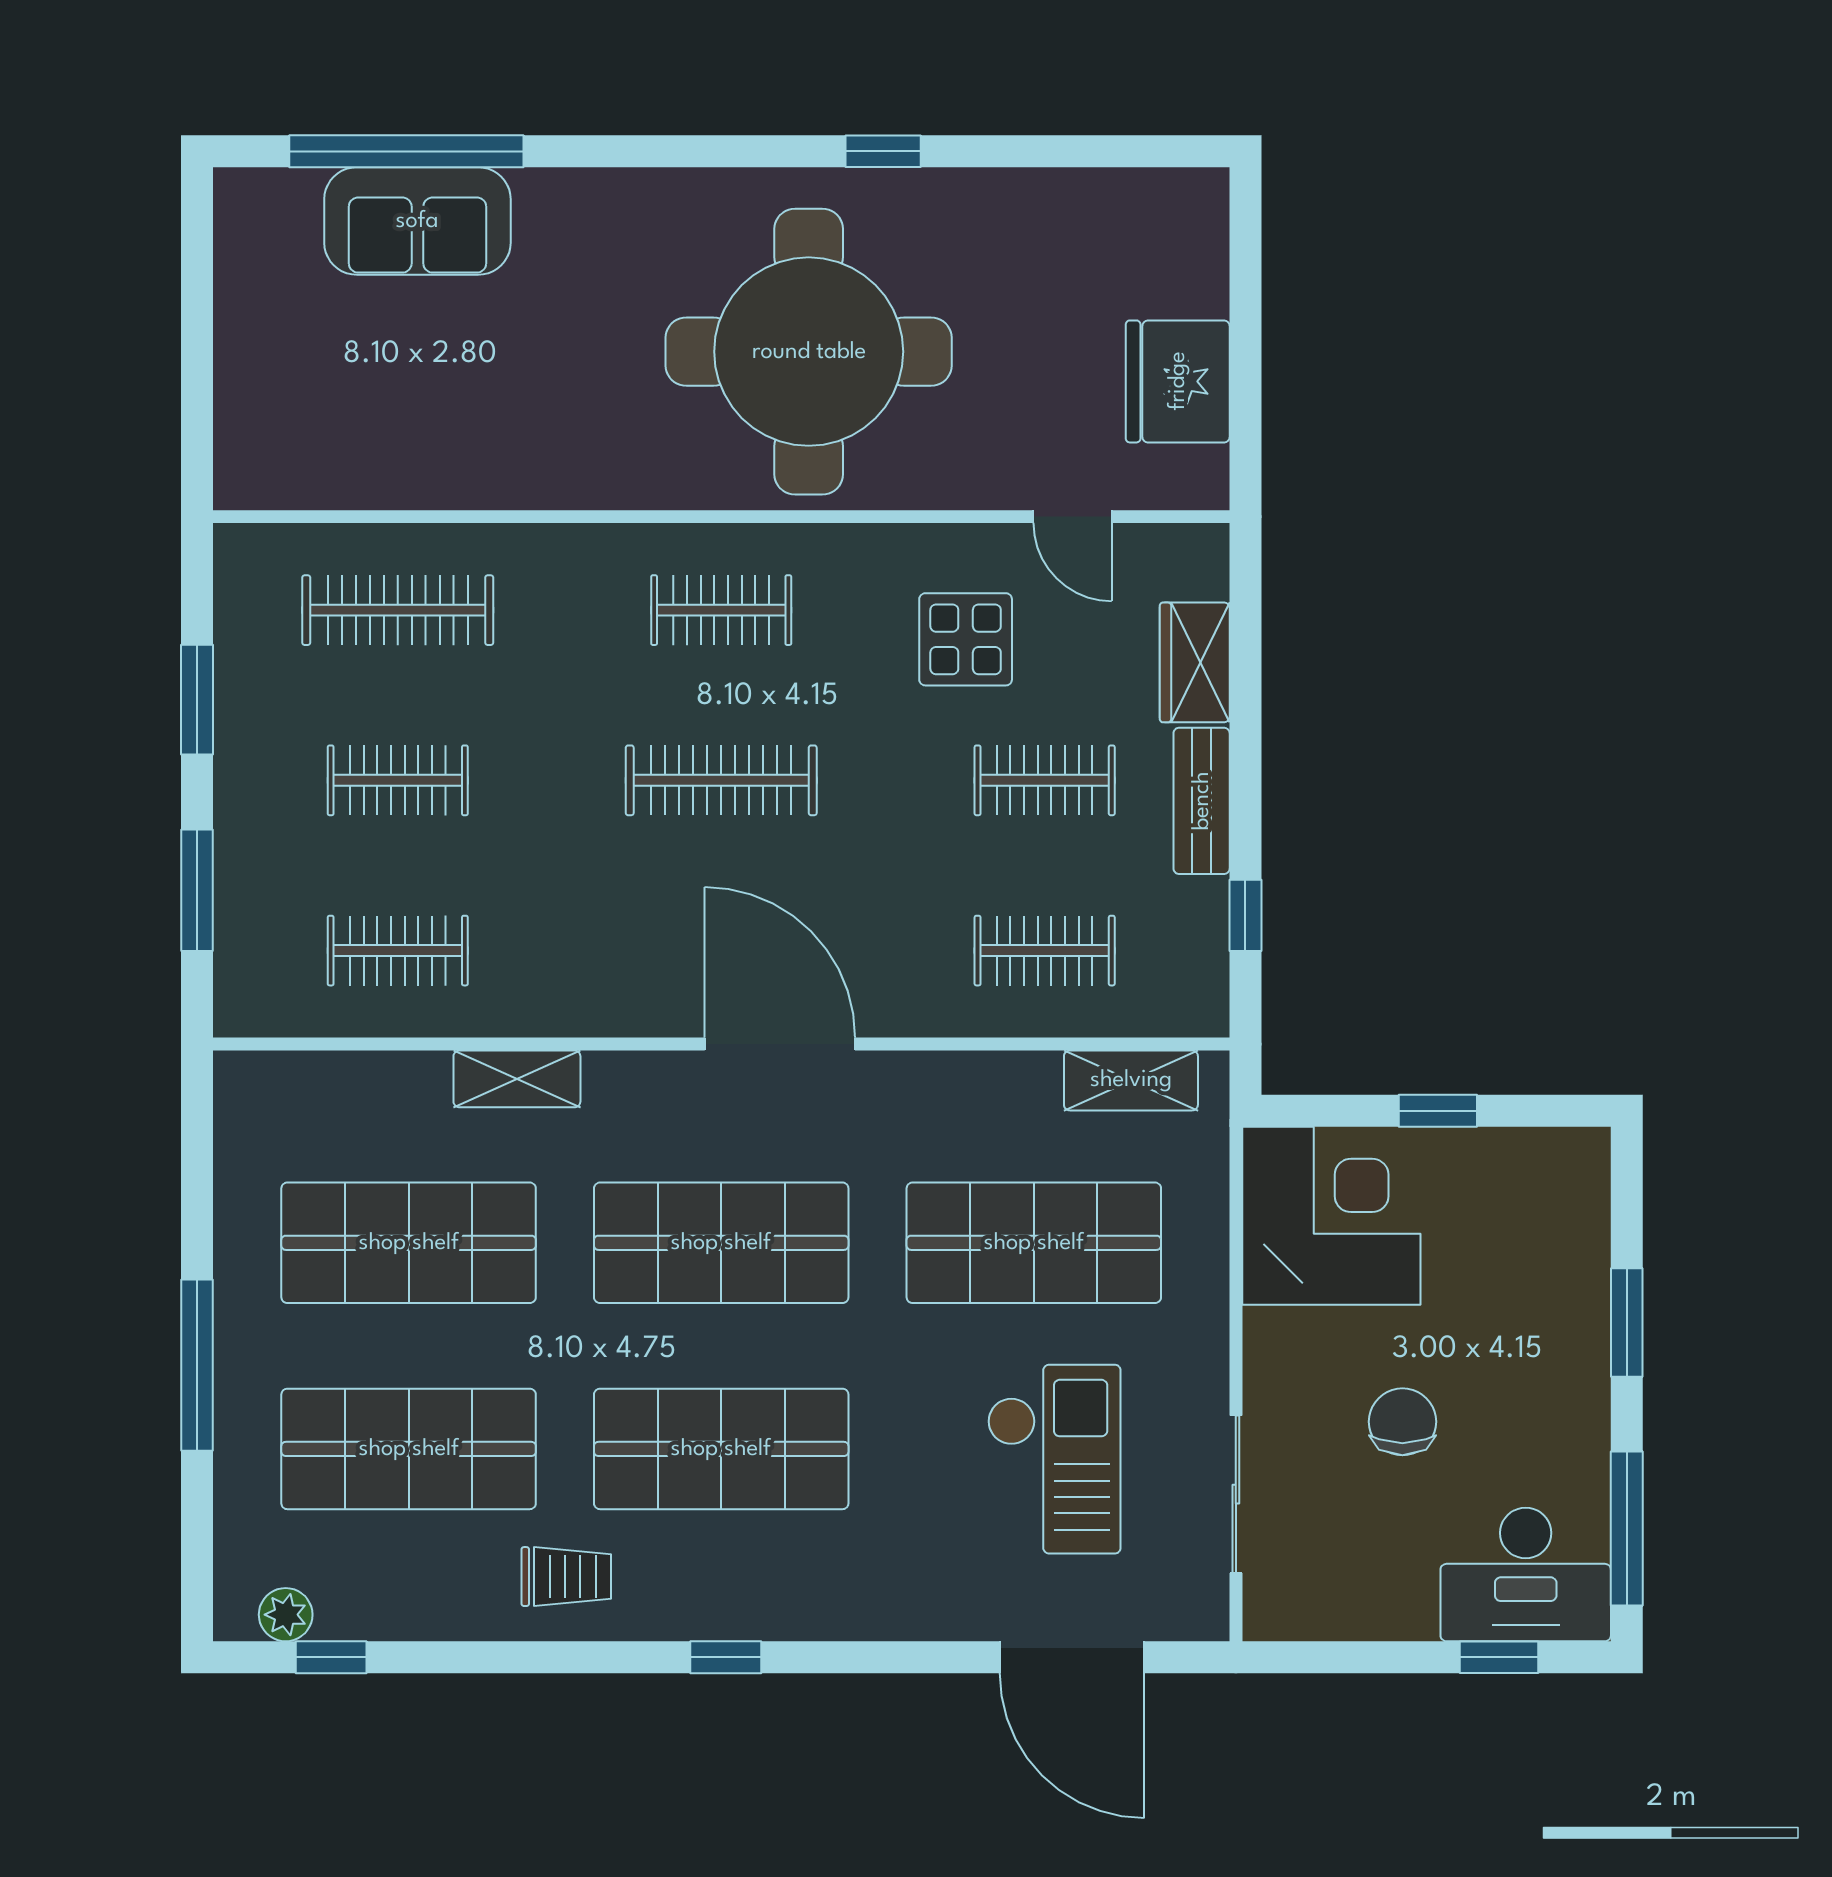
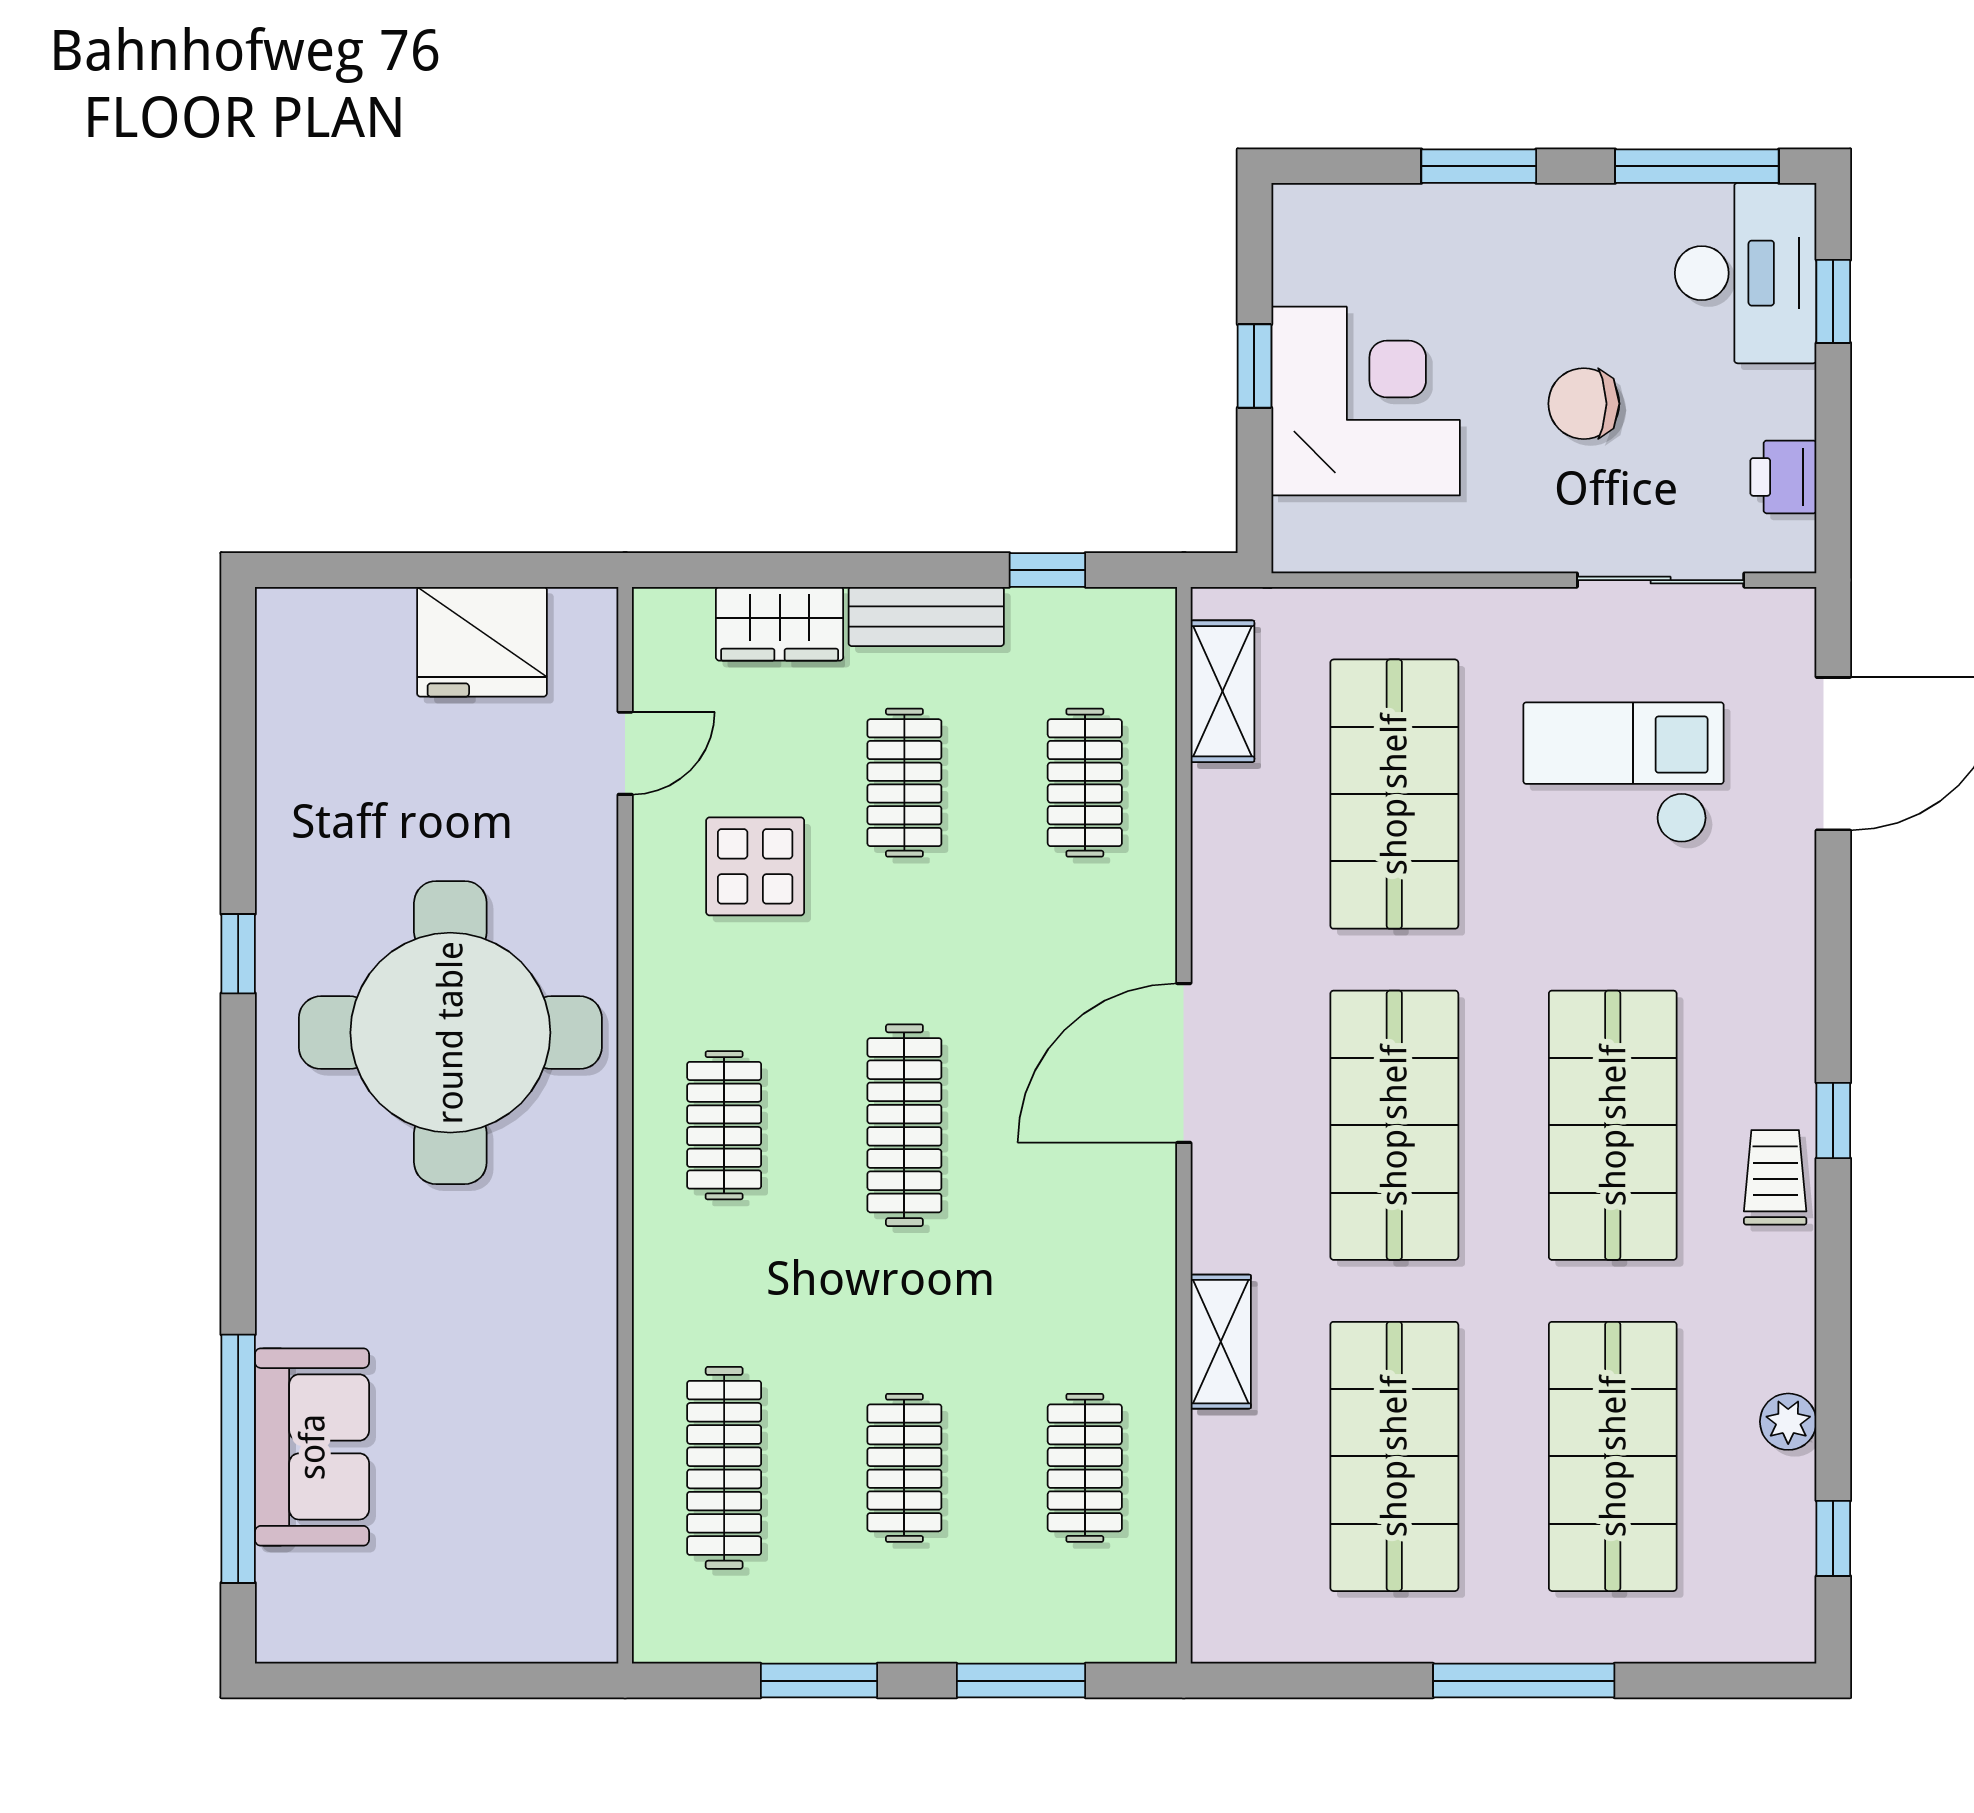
corner desk: (1331, 1216) -> (1366, 401), moved, turned 90
trolley: (566, 1577) -> (1775, 1177), moved
printer: (1333, 1610) -> (1783, 477), added
plant: (286, 1615) -> (1788, 1422), moved

